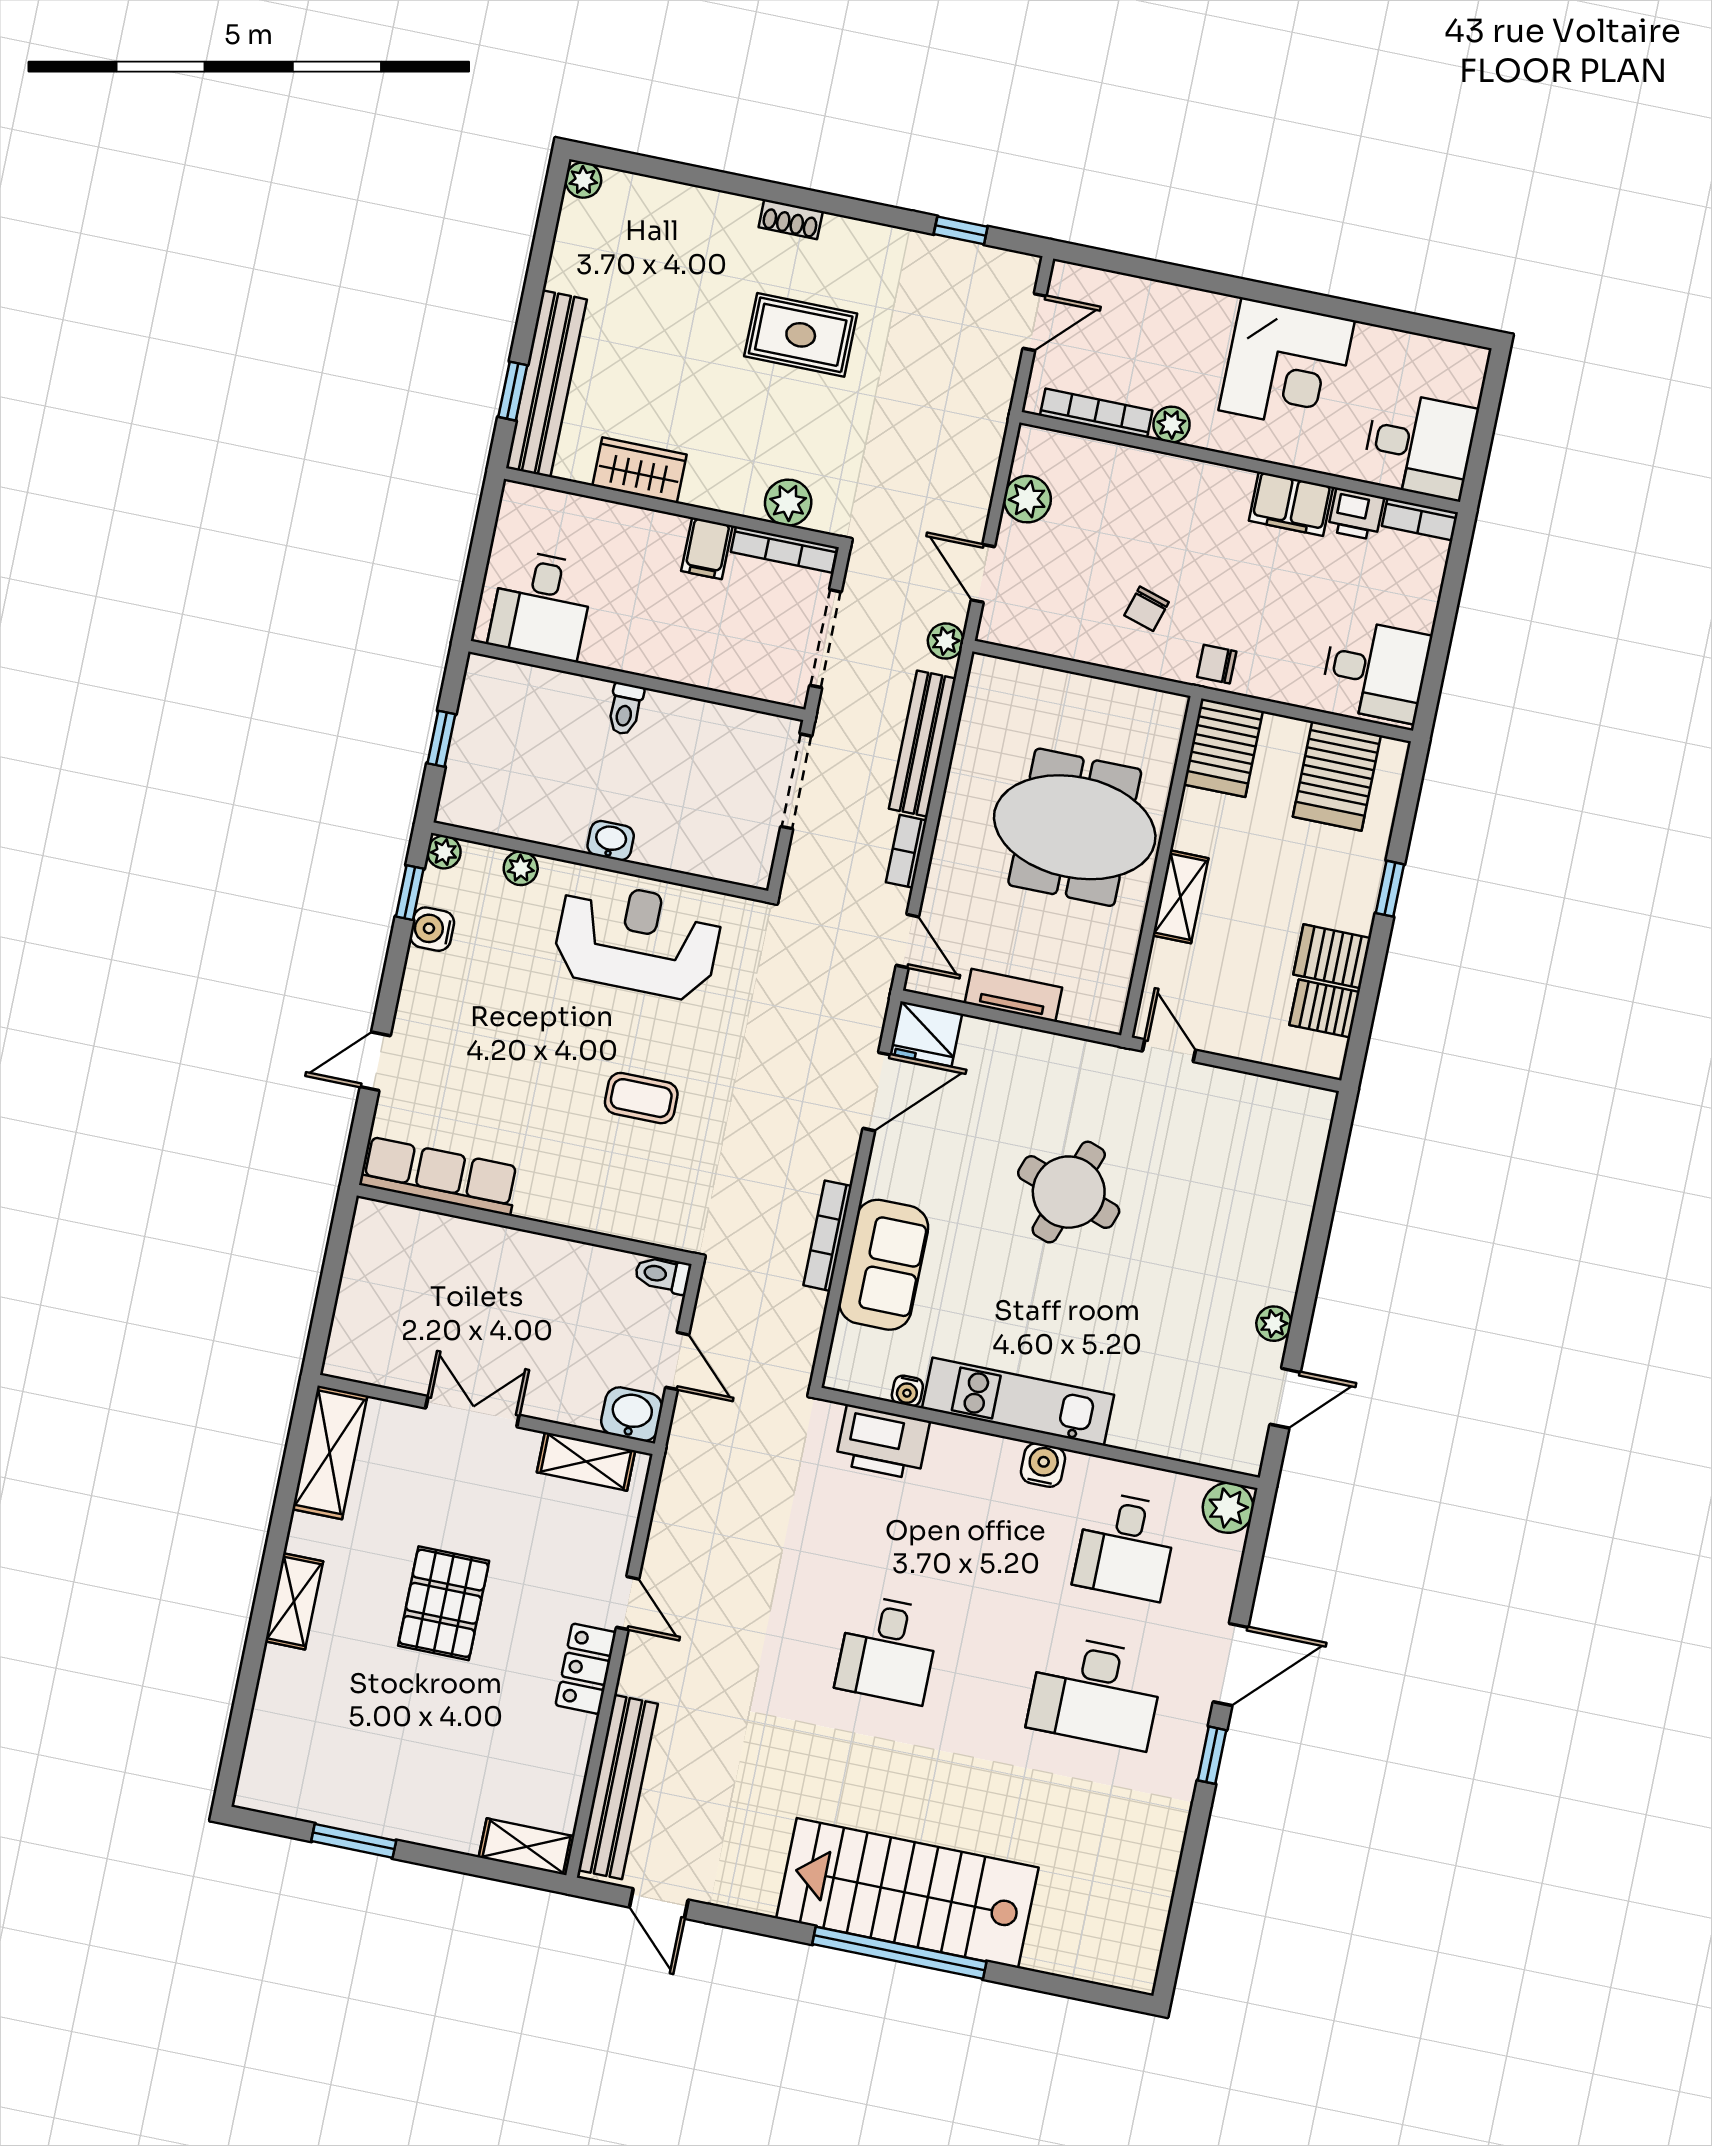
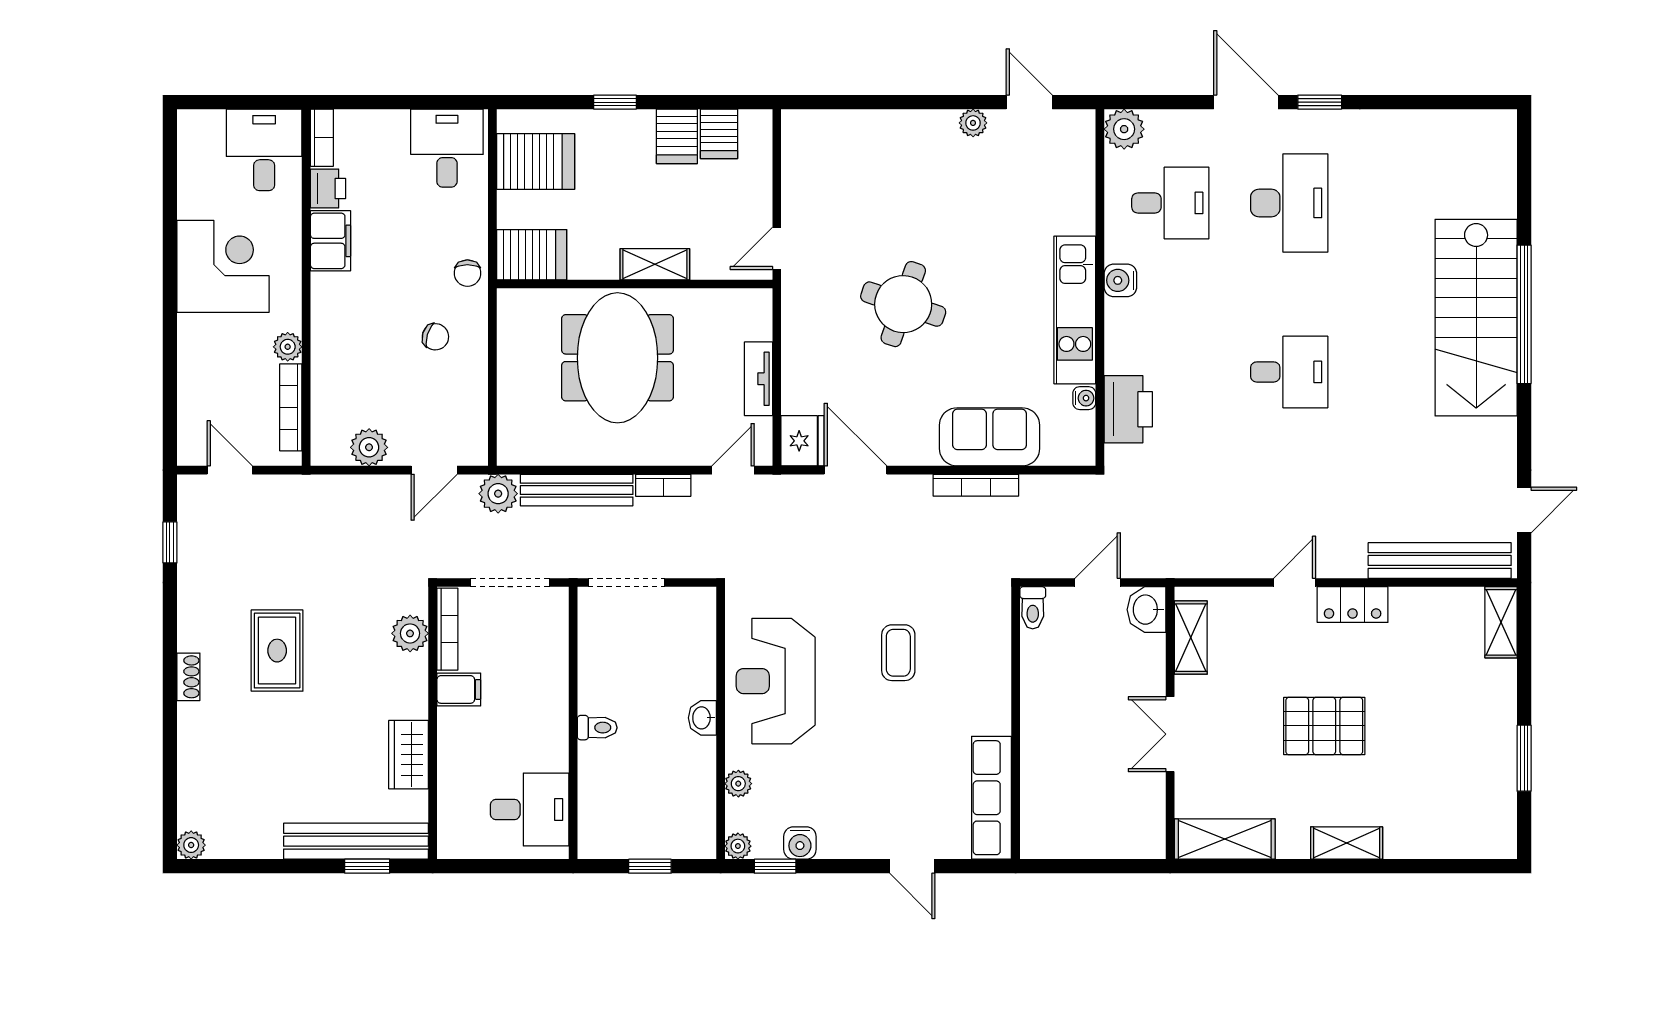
plant: (946, 641) -> (498, 494), width x1.38, depth x1.38

